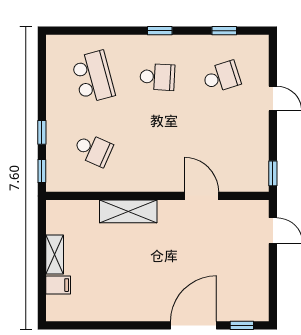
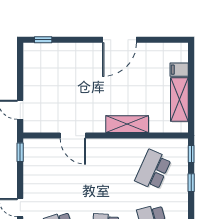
school desk: (93, 150) -> (153, 170), width x1.85
shelving: (55, 255) -> (179, 99), width x1.50, depth x1.33
door: (194, 325) -> (119, 40), moved

